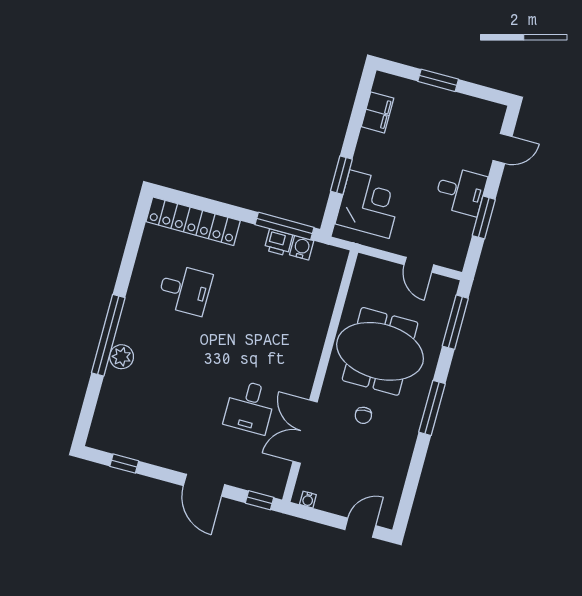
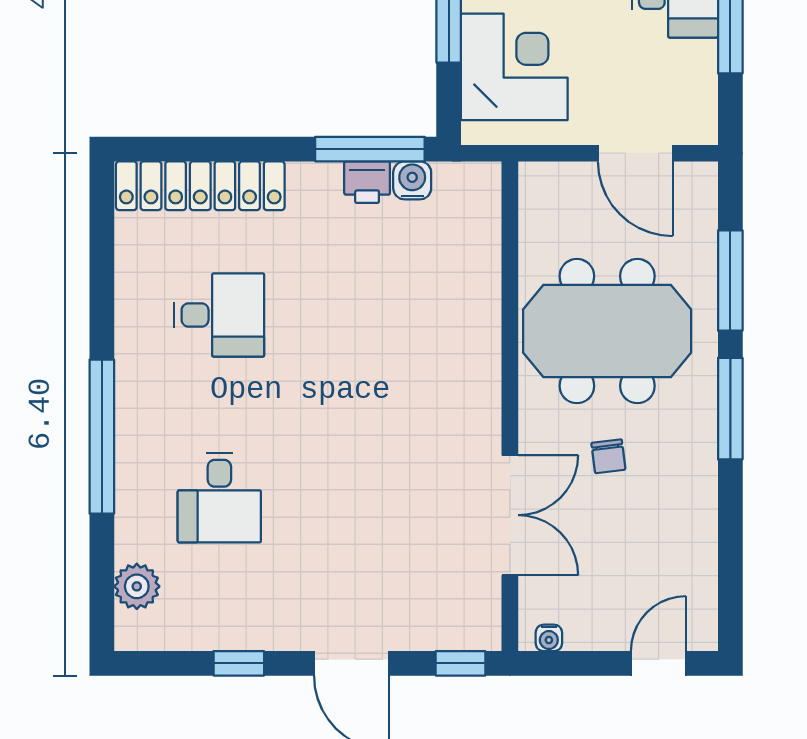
door: (419, 265) -> (635, 153), width x1.38
window: (455, 322) -> (730, 281), moved
plant: (122, 357) -> (137, 586), moved
desk: (250, 407) -> (219, 497), moved
double door: (305, 432) -> (510, 515), swing flipped
window: (124, 464) -> (239, 663), moved

